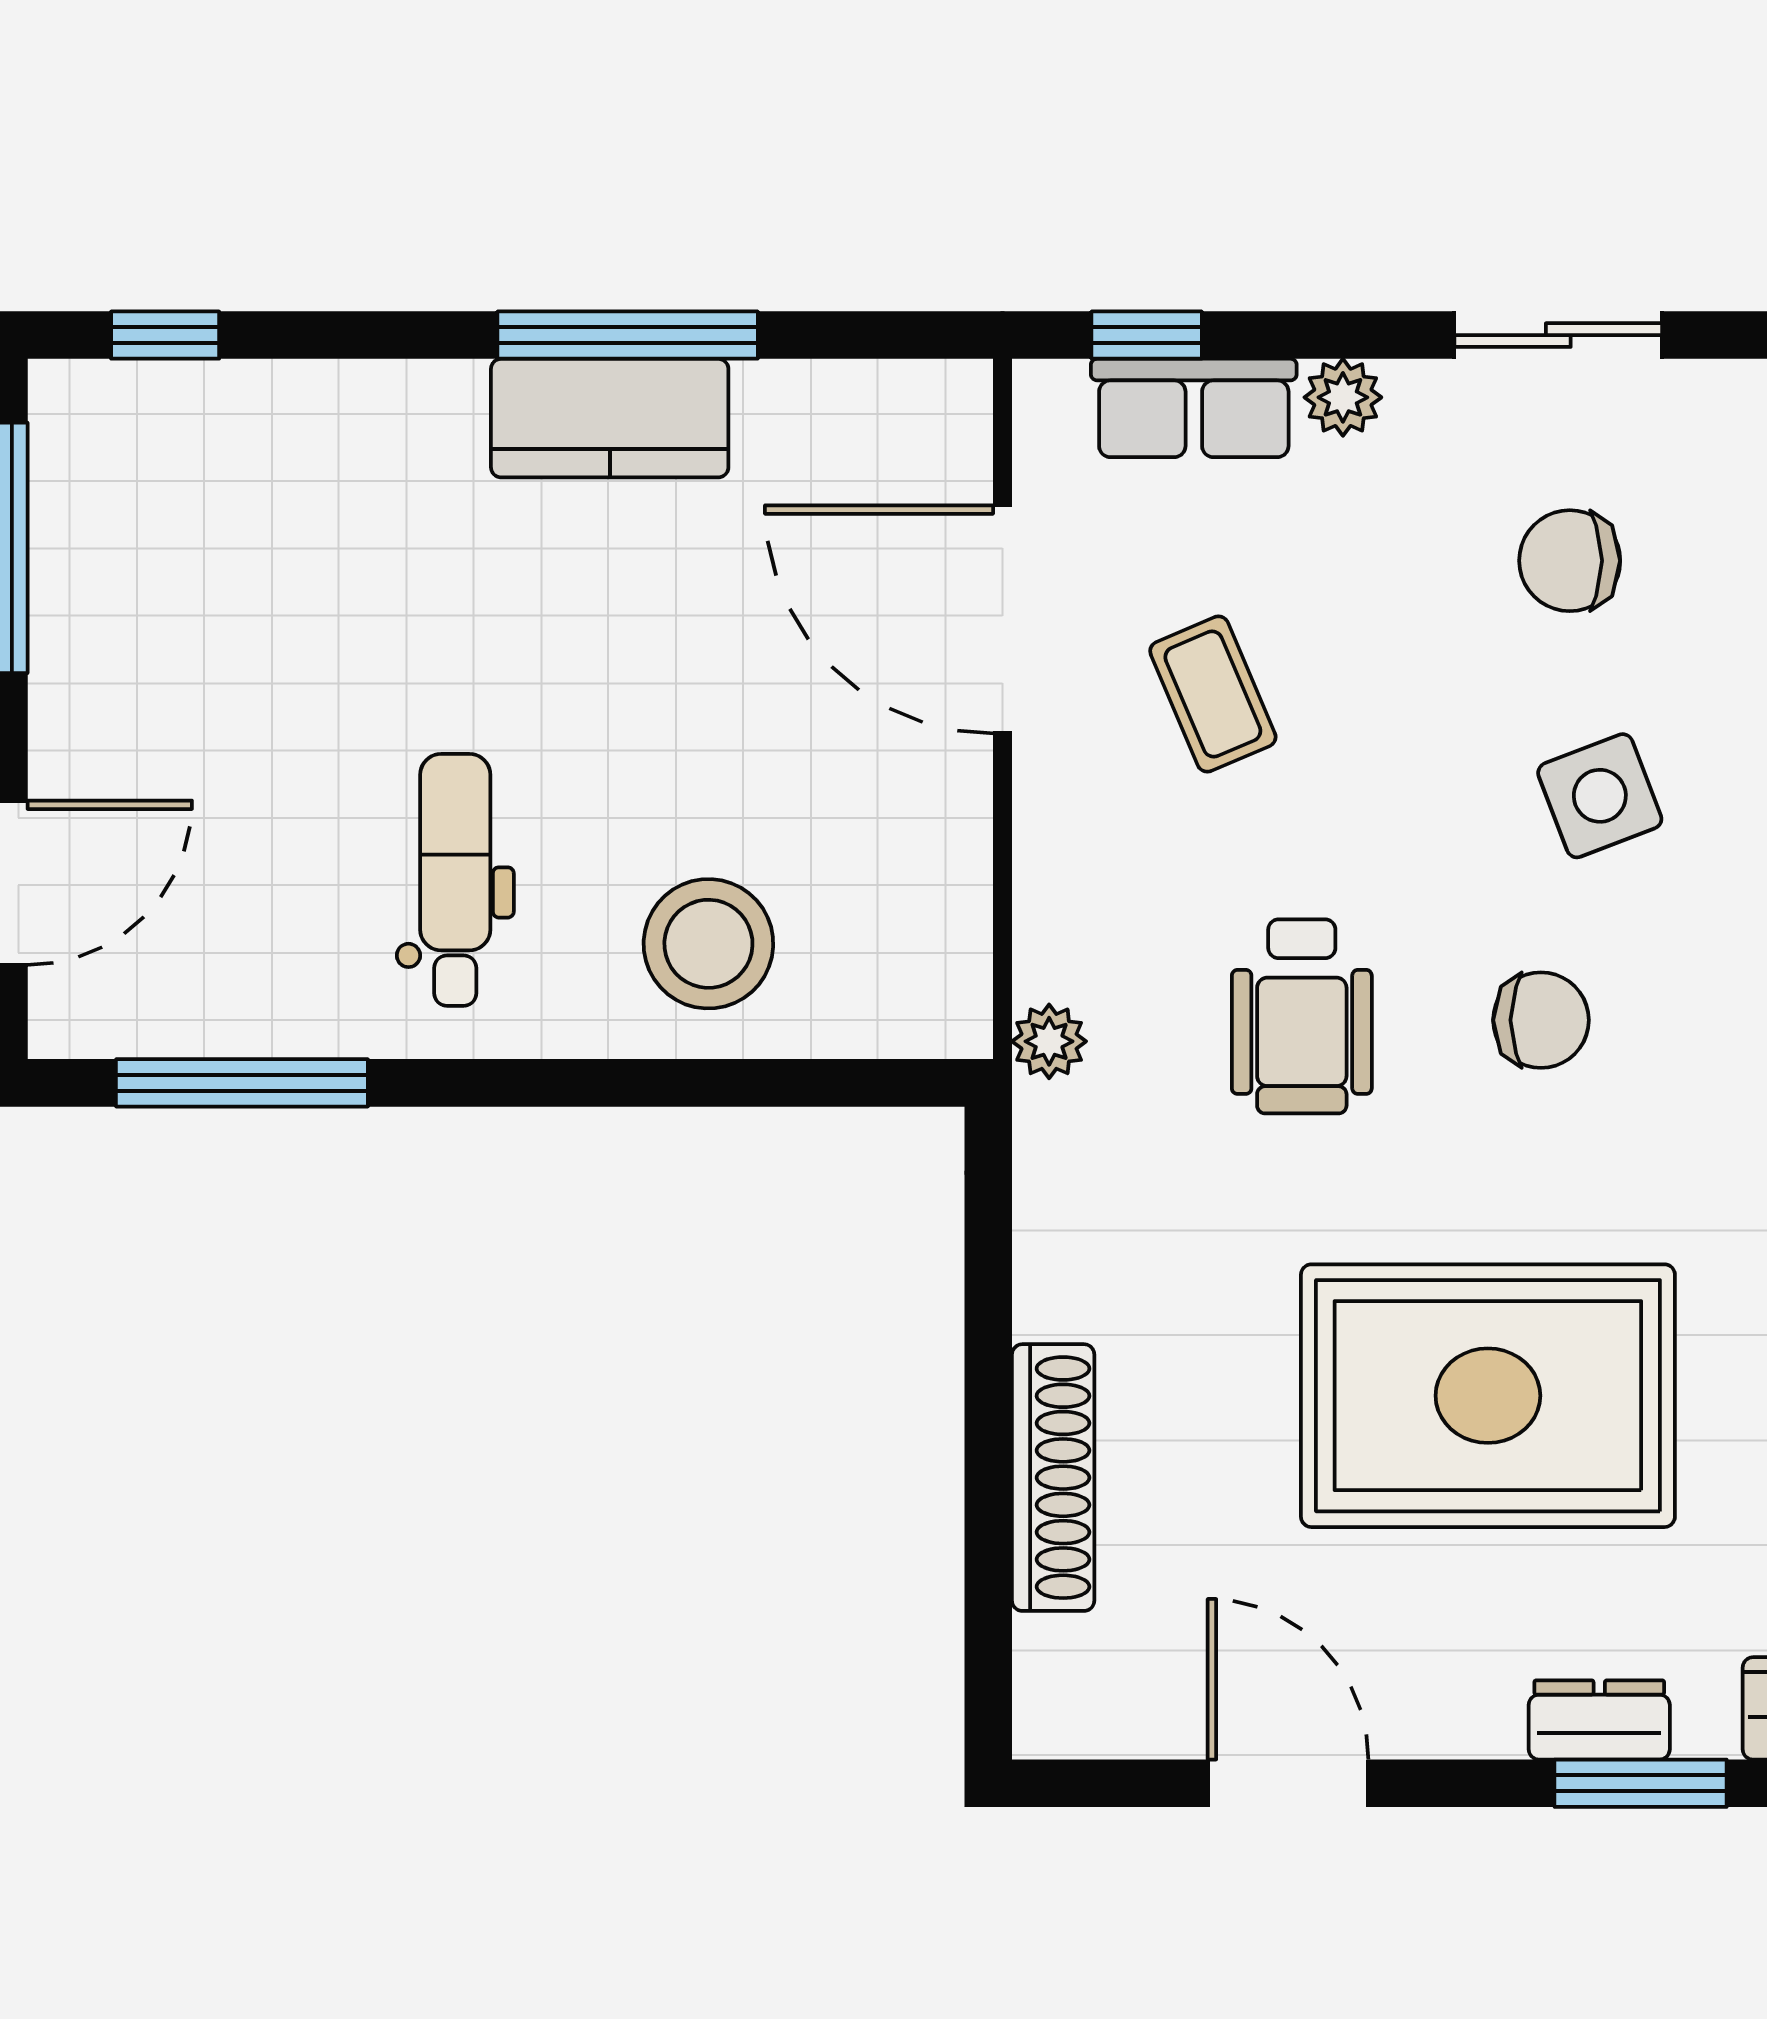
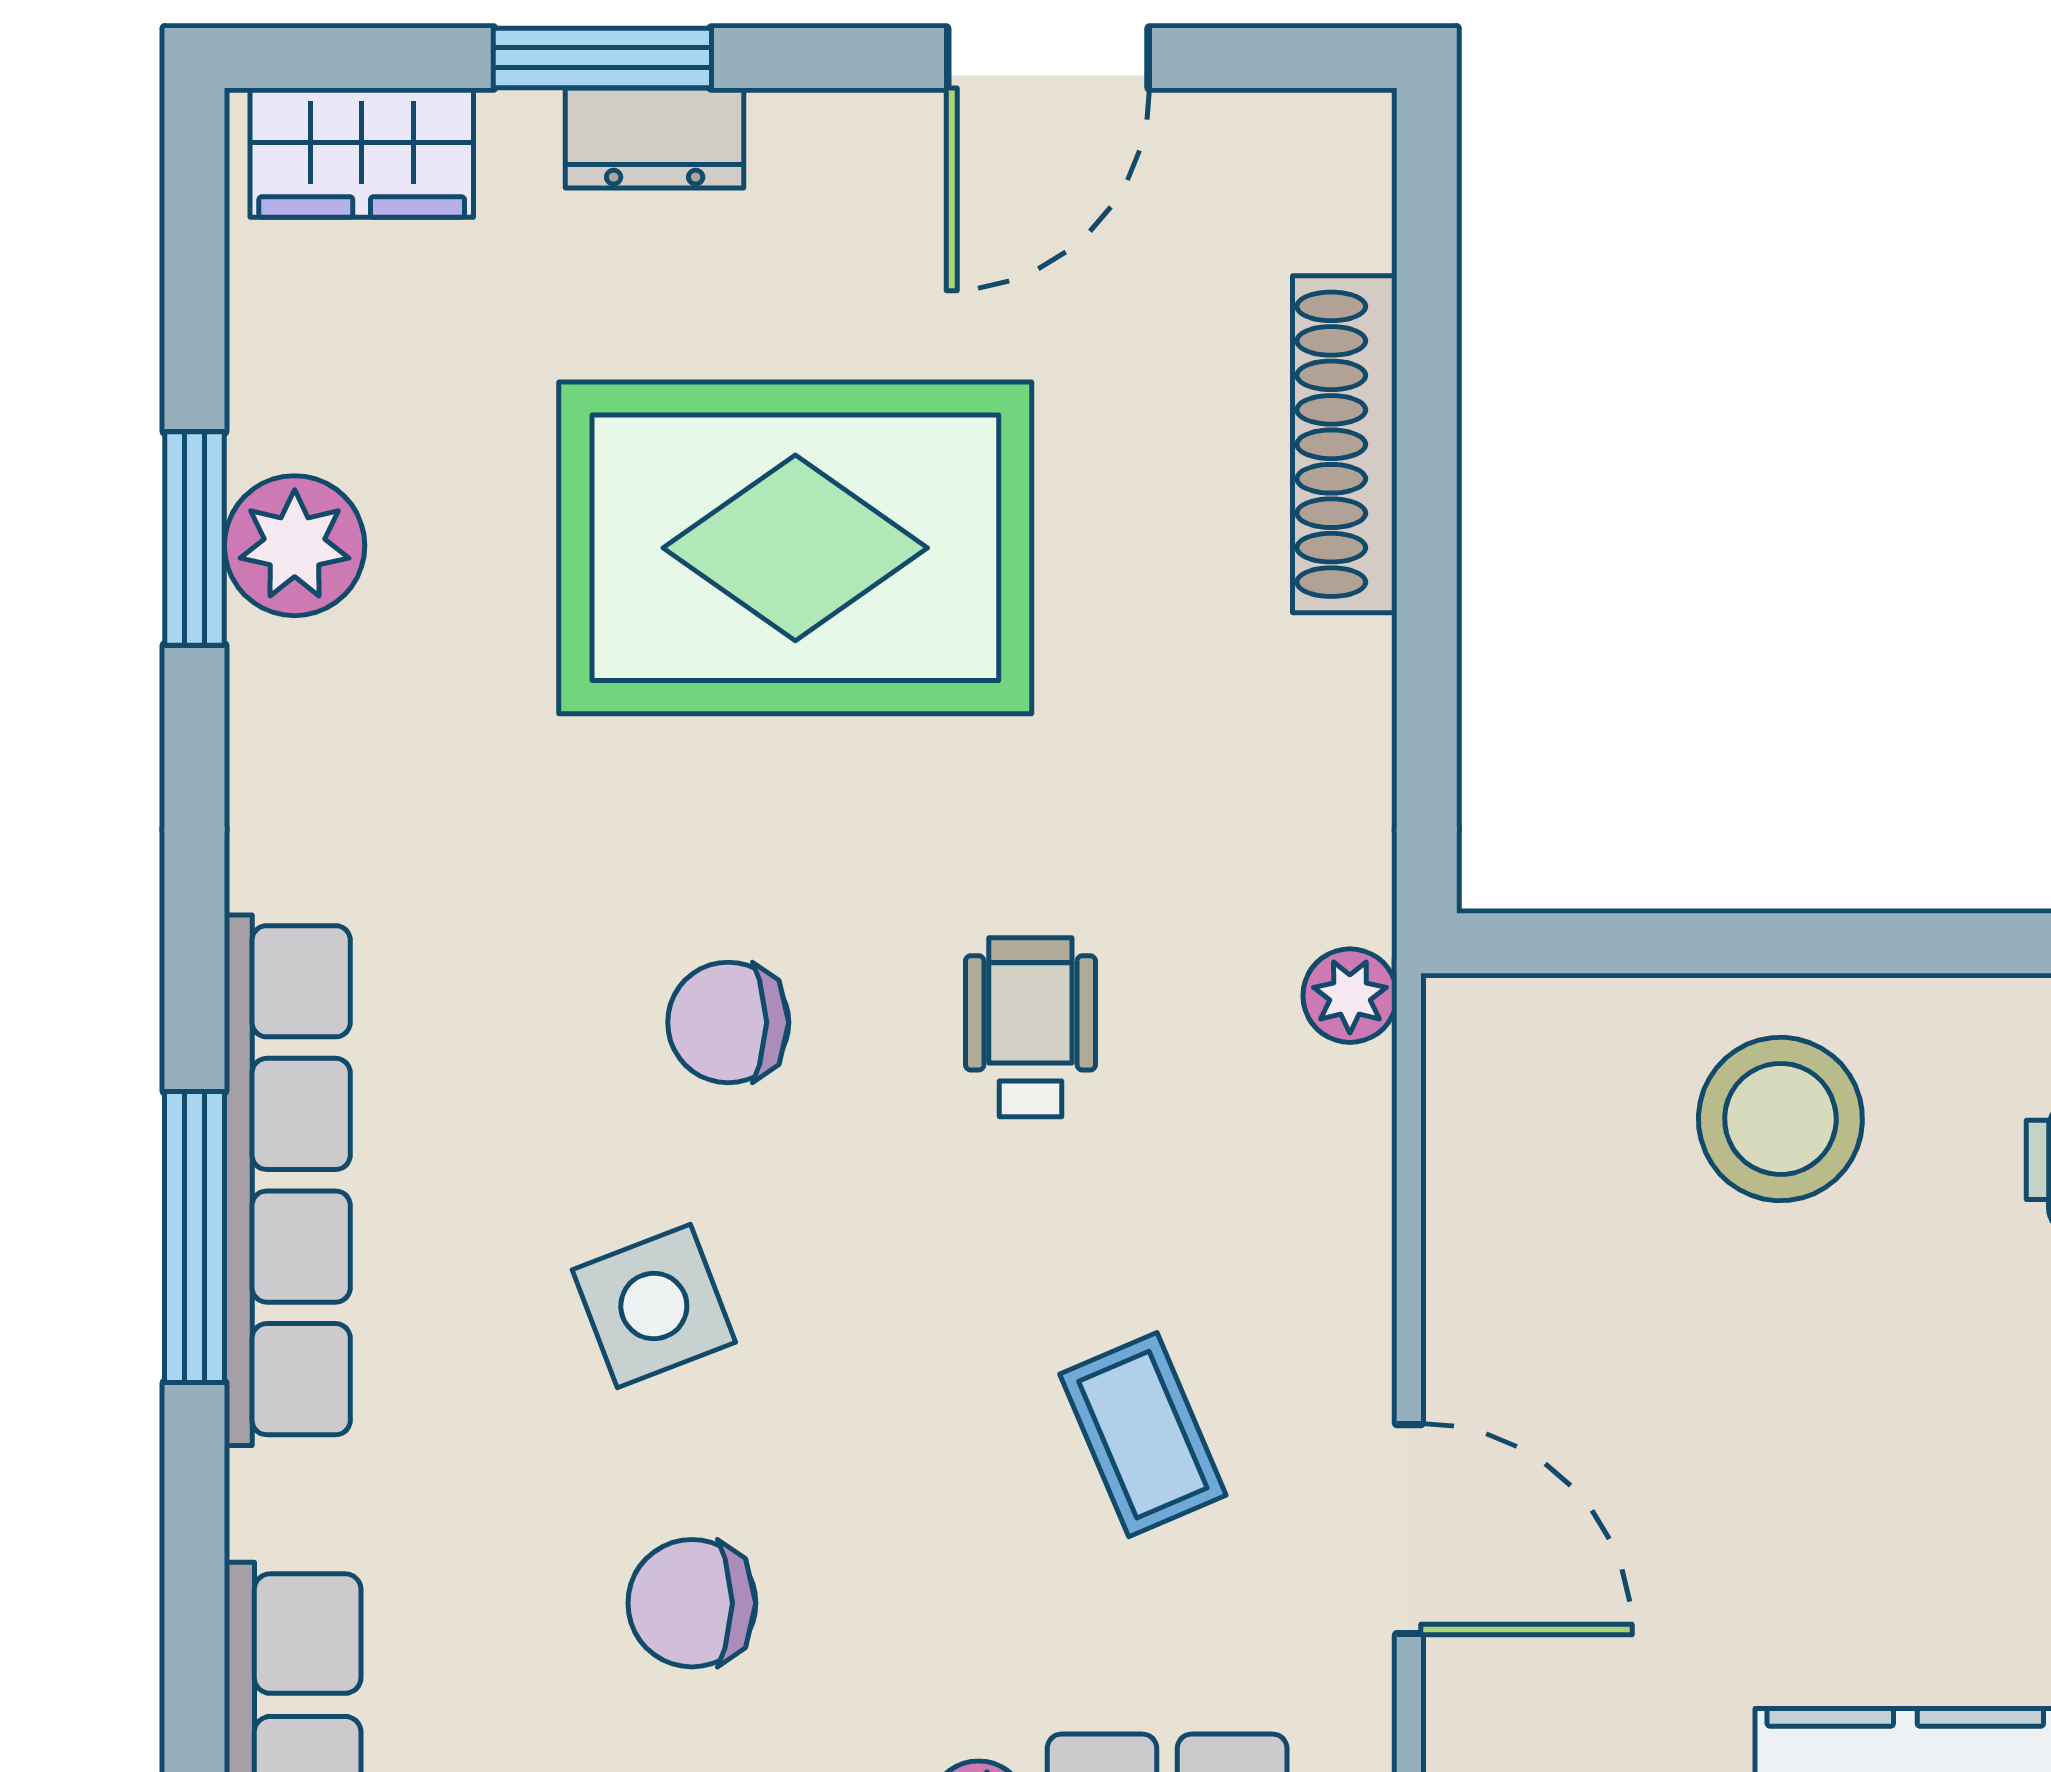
chair: (1570, 561) -> (692, 1603), turned 180
door: (1002, 619) -> (1409, 1529), width x0.73
wheelchair: (1302, 1016) -> (1030, 1027), width x0.73, depth x0.73
door: (1288, 1783) -> (1048, 58), hinge flipped

